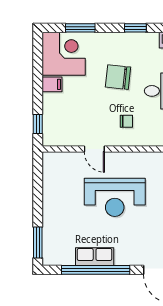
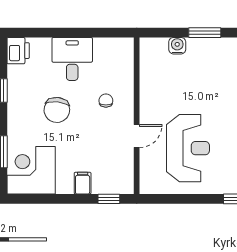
filing cabinet: (52, 84) -> (83, 183), moved
reception desk: (115, 197) -> (188, 148), moved

